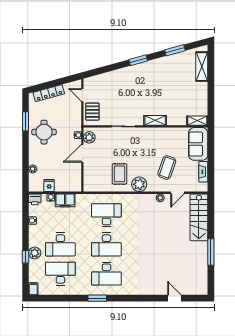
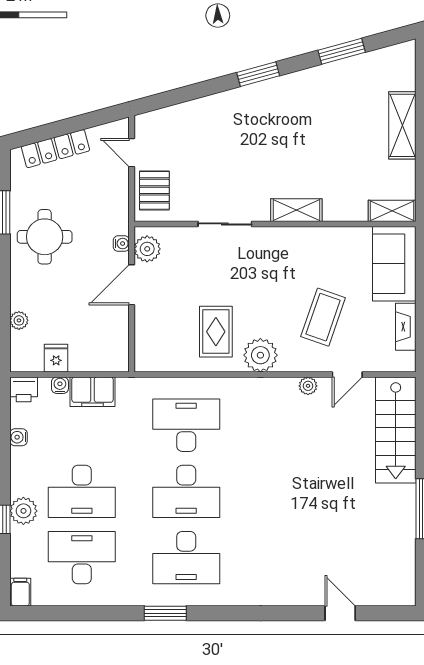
shelving: (202, 67) -> (402, 125), moved

